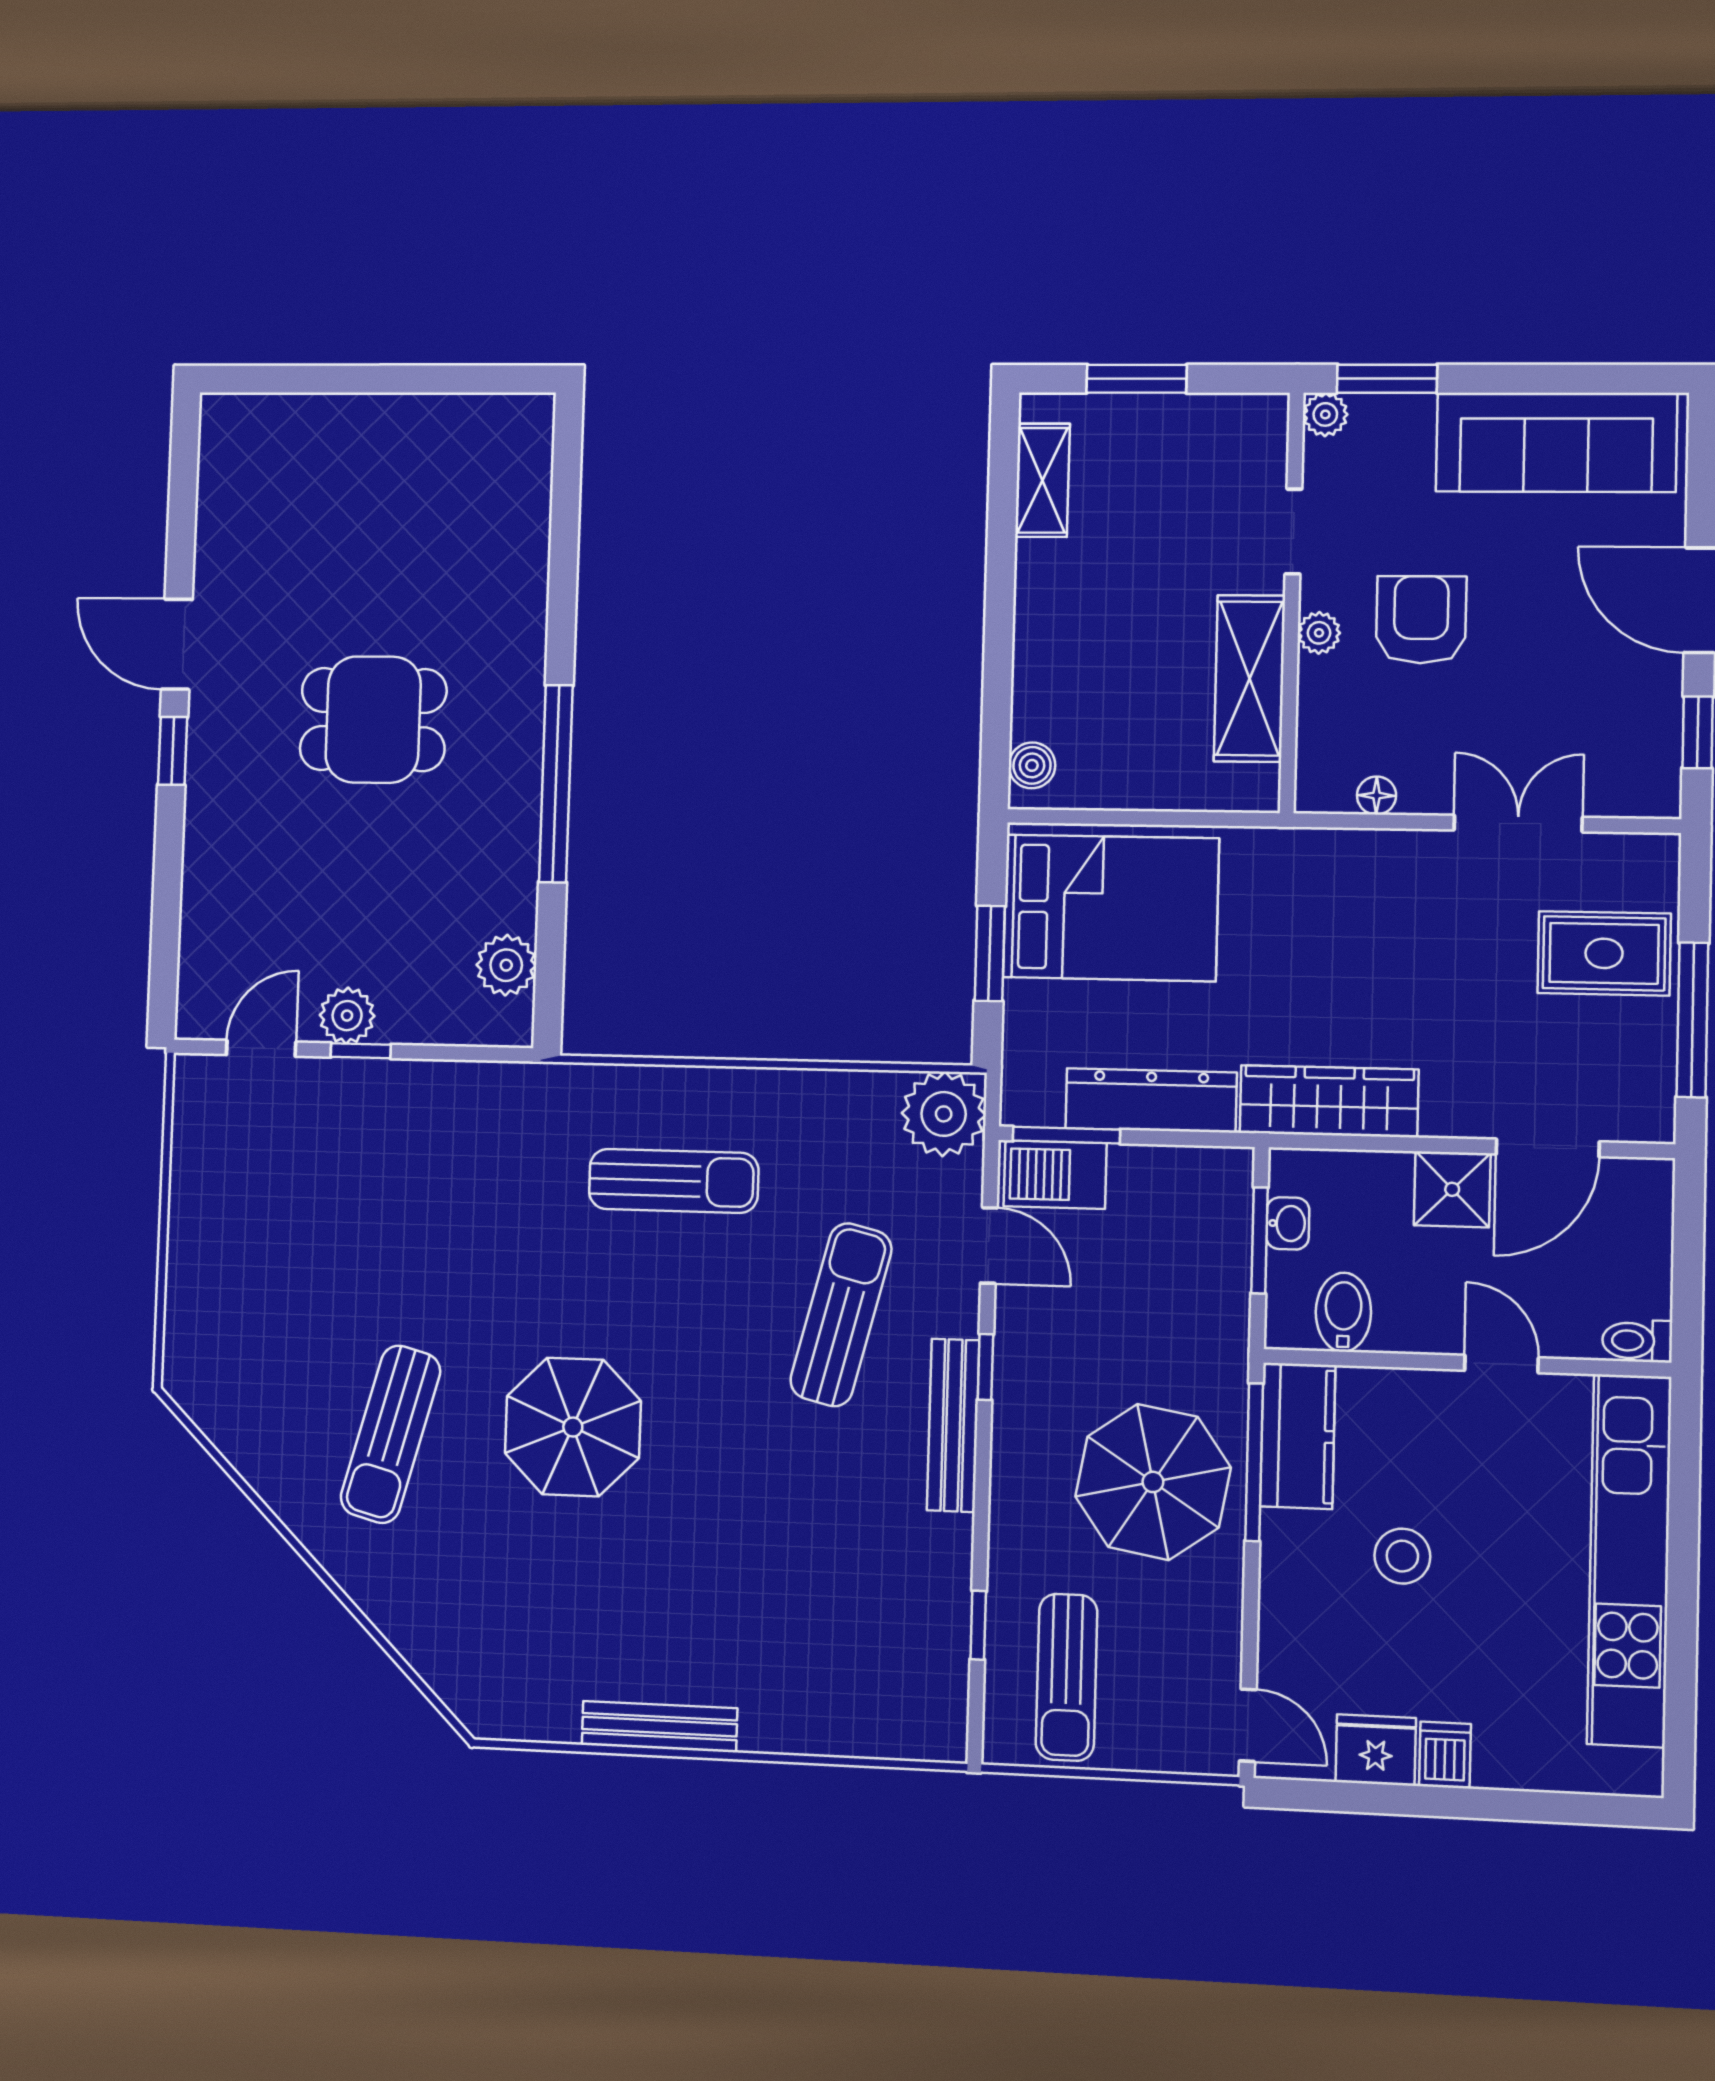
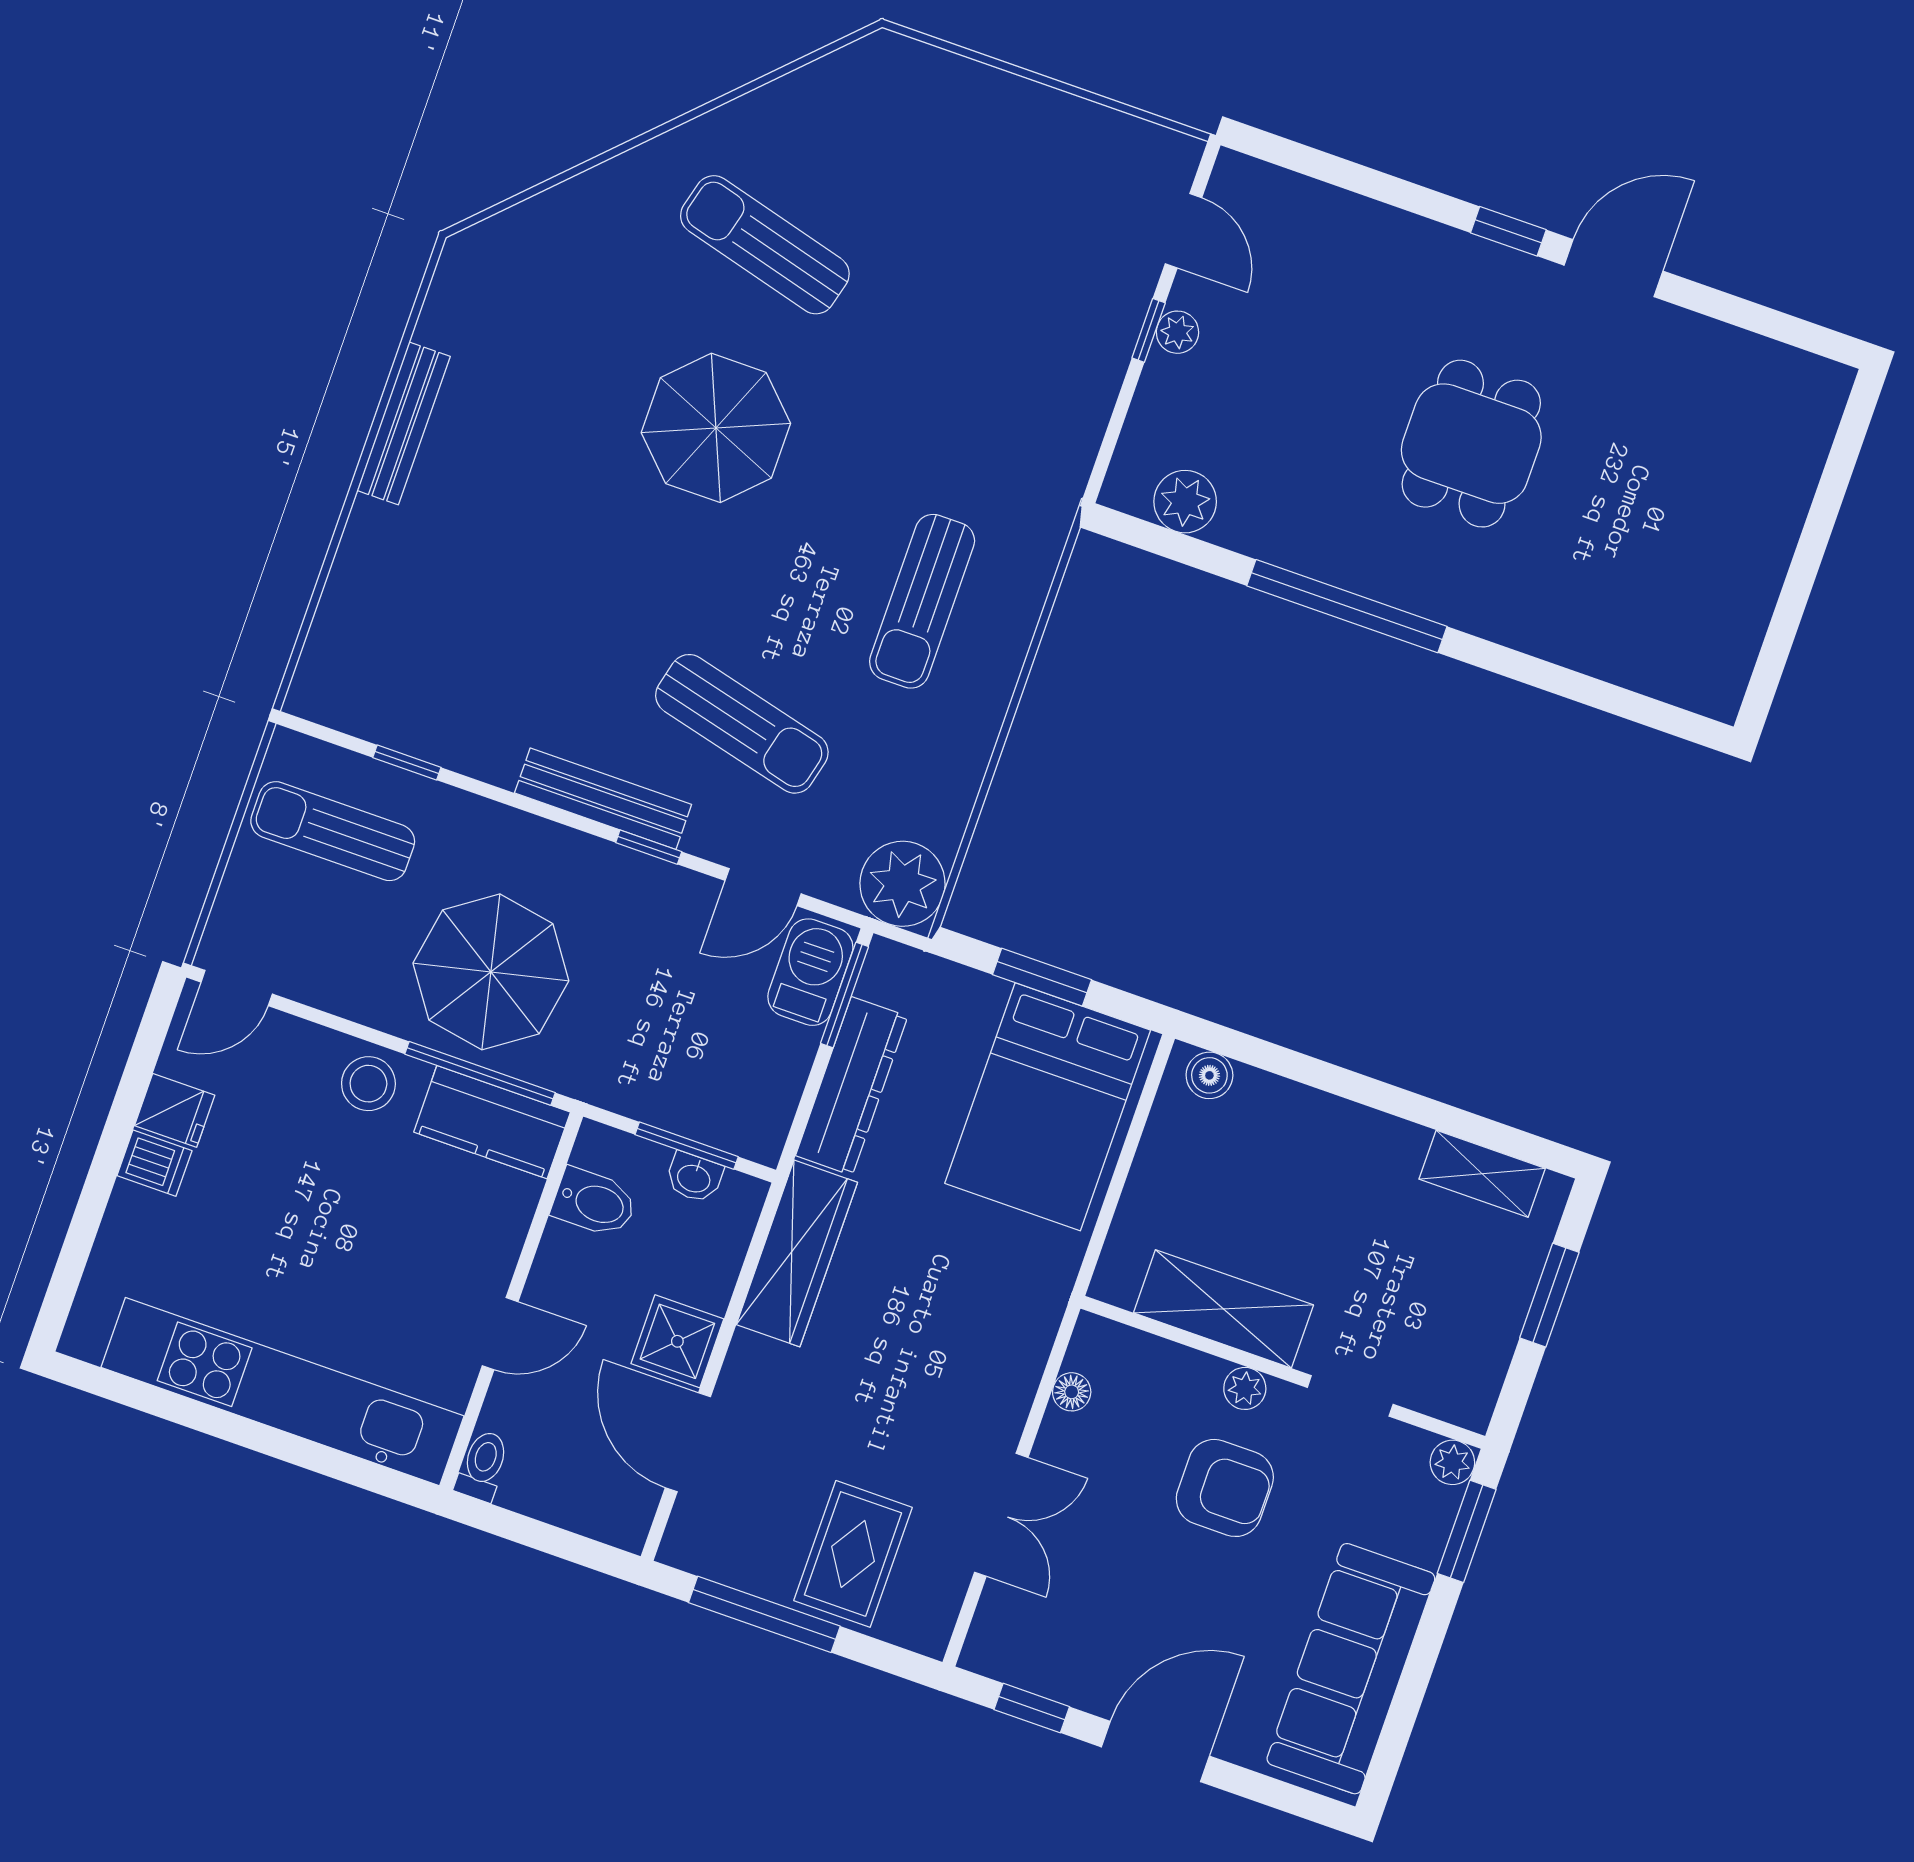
plant: (347, 1016) -> (1177, 332), width x0.73, depth x0.73
stool: (1402, 1556) -> (368, 1084), moved
fridge: (1376, 1750) -> (175, 1110), width x0.72

